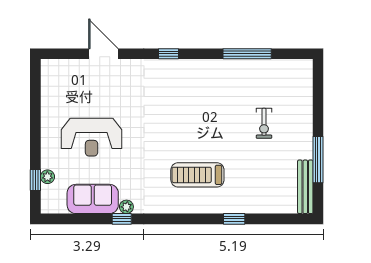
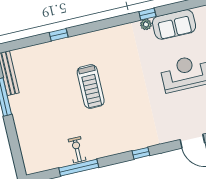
exercise bike: (264, 123) -> (77, 150), moved
treadmill: (197, 175) -> (91, 86), moved, turned 90

